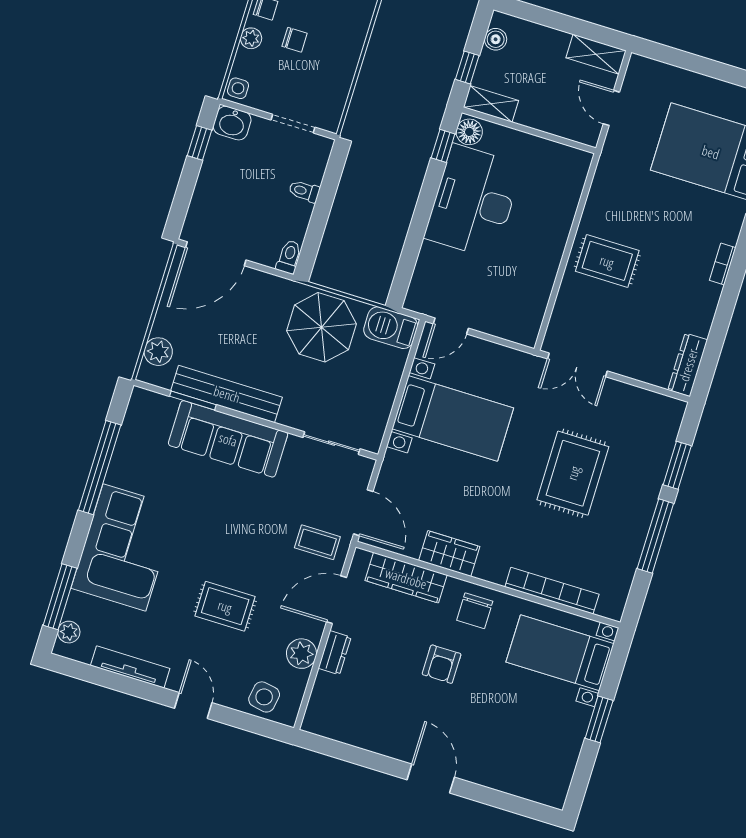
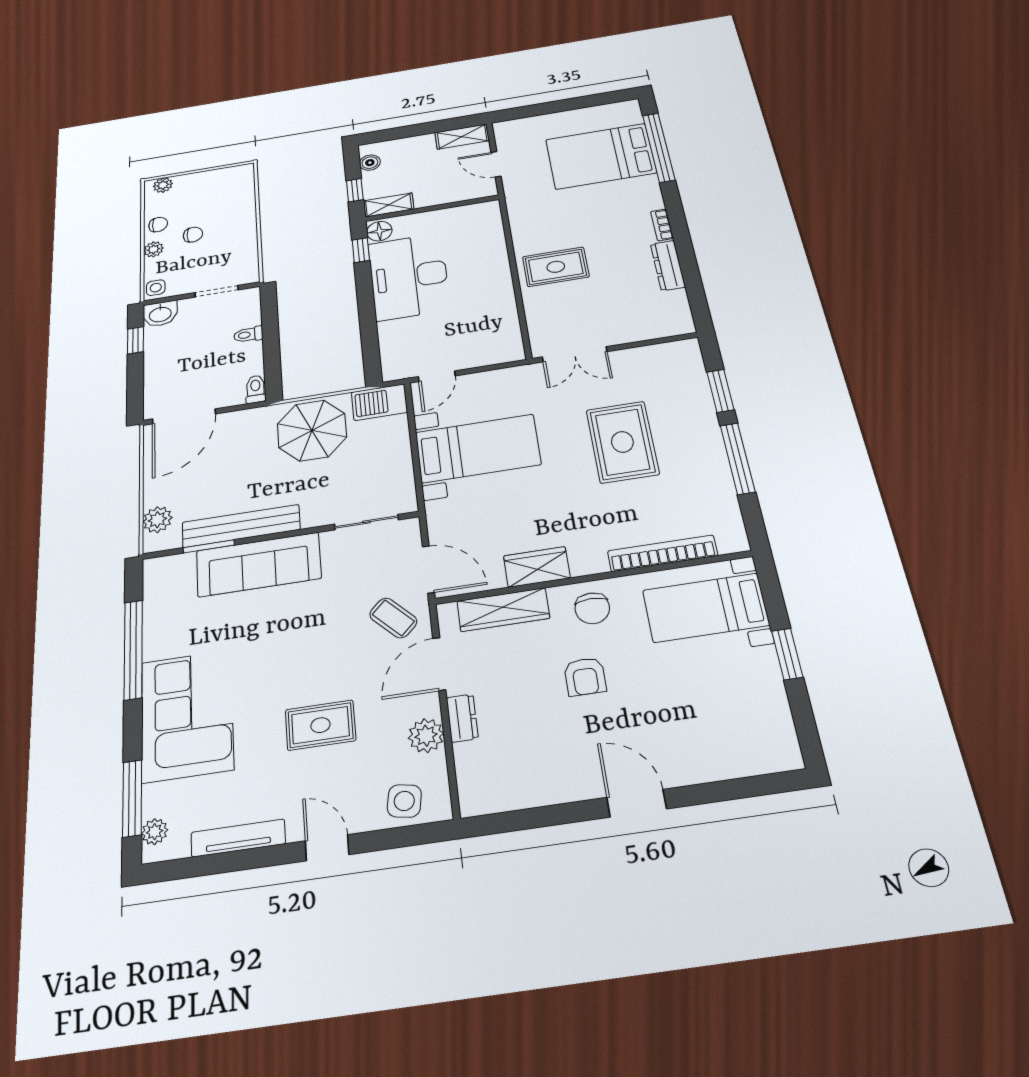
dresser: (688, 365) -> (668, 265), moved
coffee table: (317, 542) -> (393, 618), turned 46

